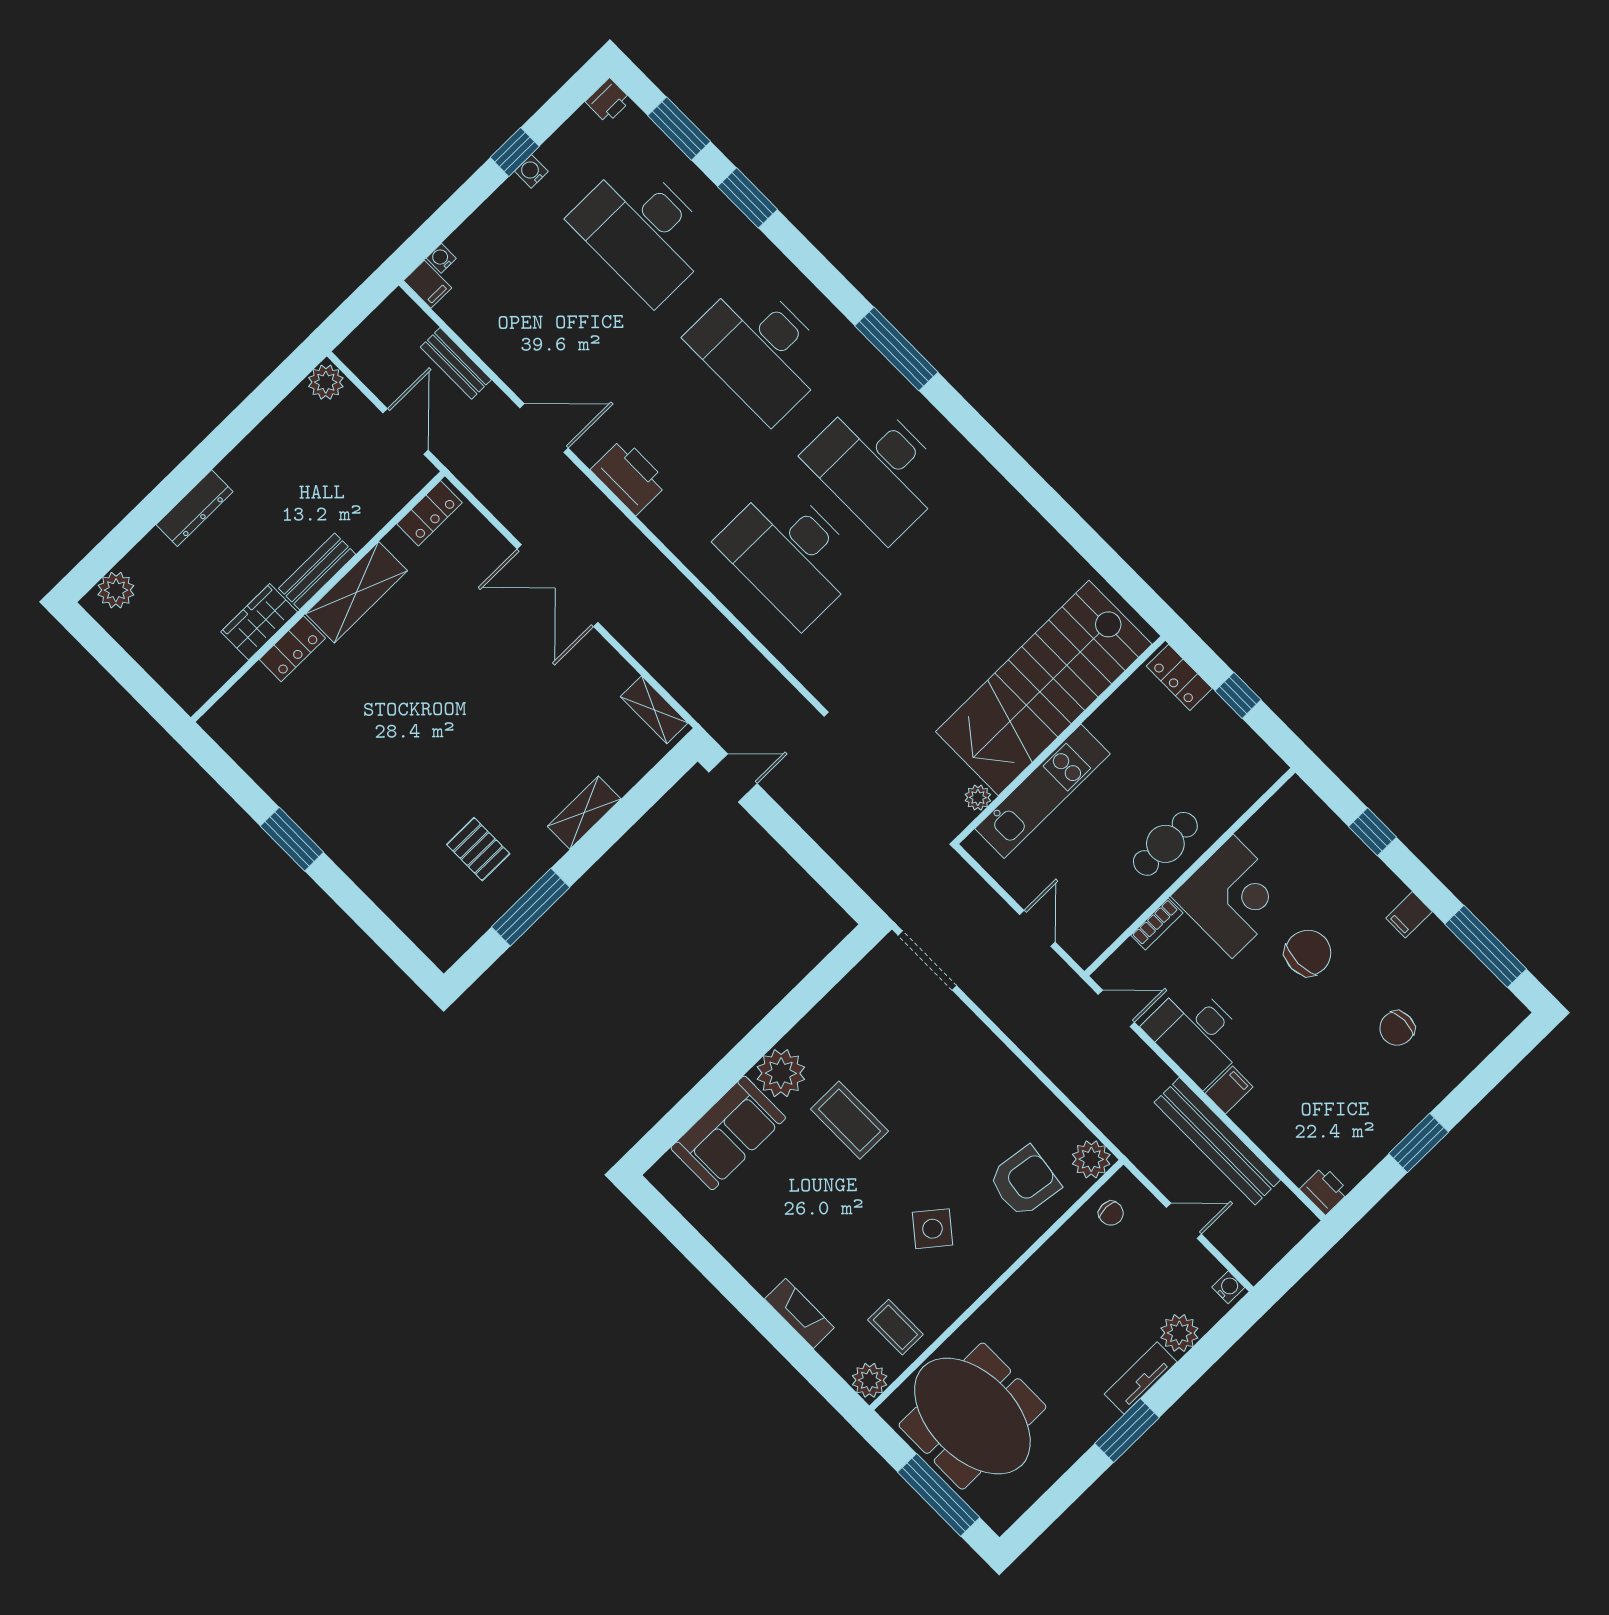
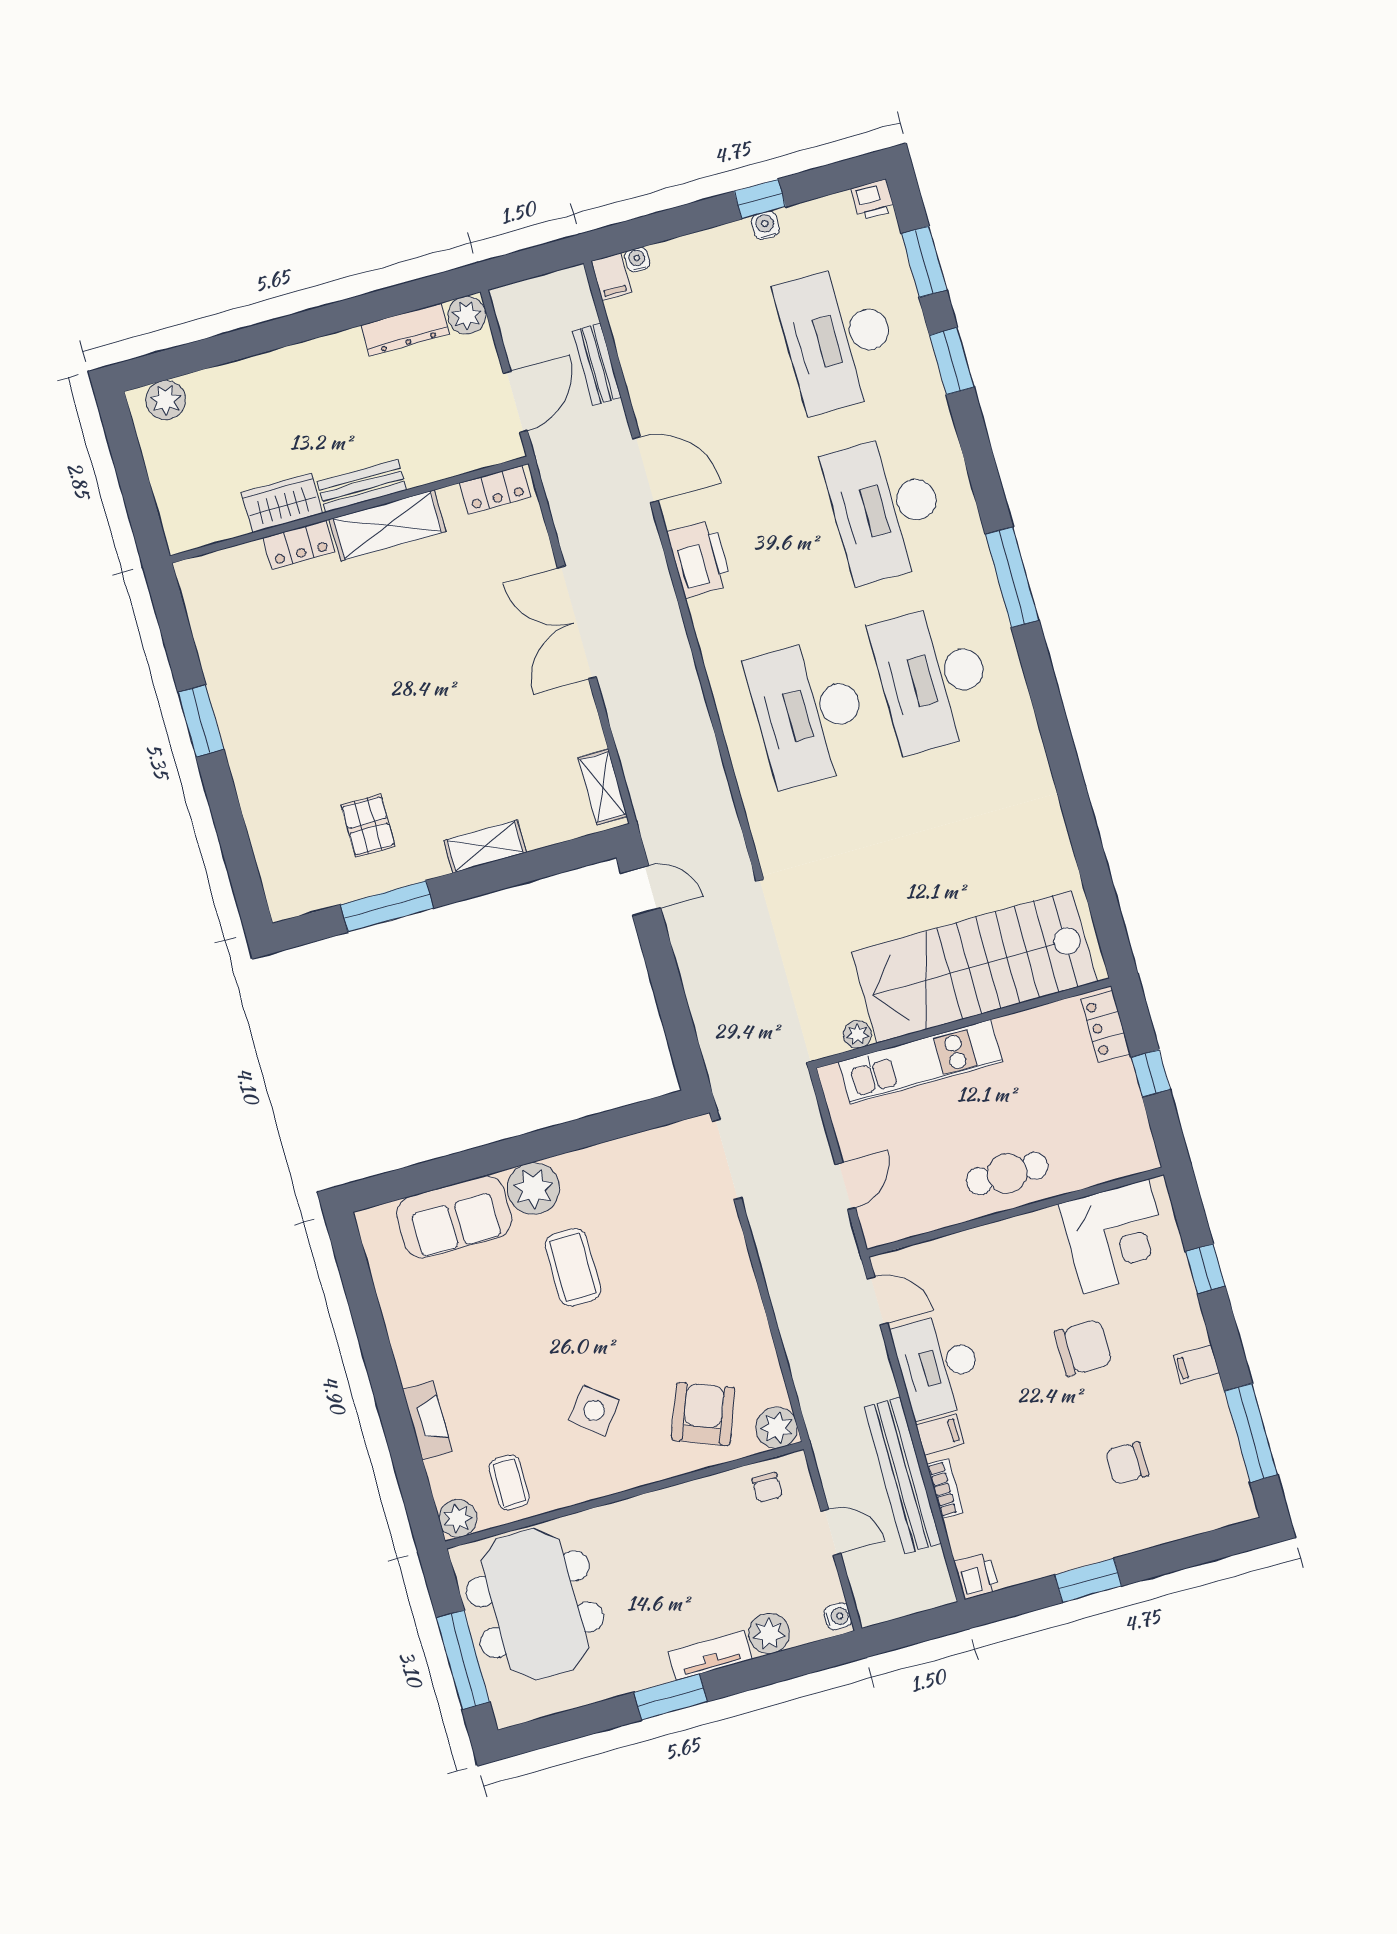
dresser: (195, 508) -> (405, 330), moved
corner desk: (1233, 896) -> (1116, 1236), moved
bookcase: (1157, 924) -> (945, 1489), moved, turned -90
armchair: (1024, 1182) -> (703, 1414), turned -77

